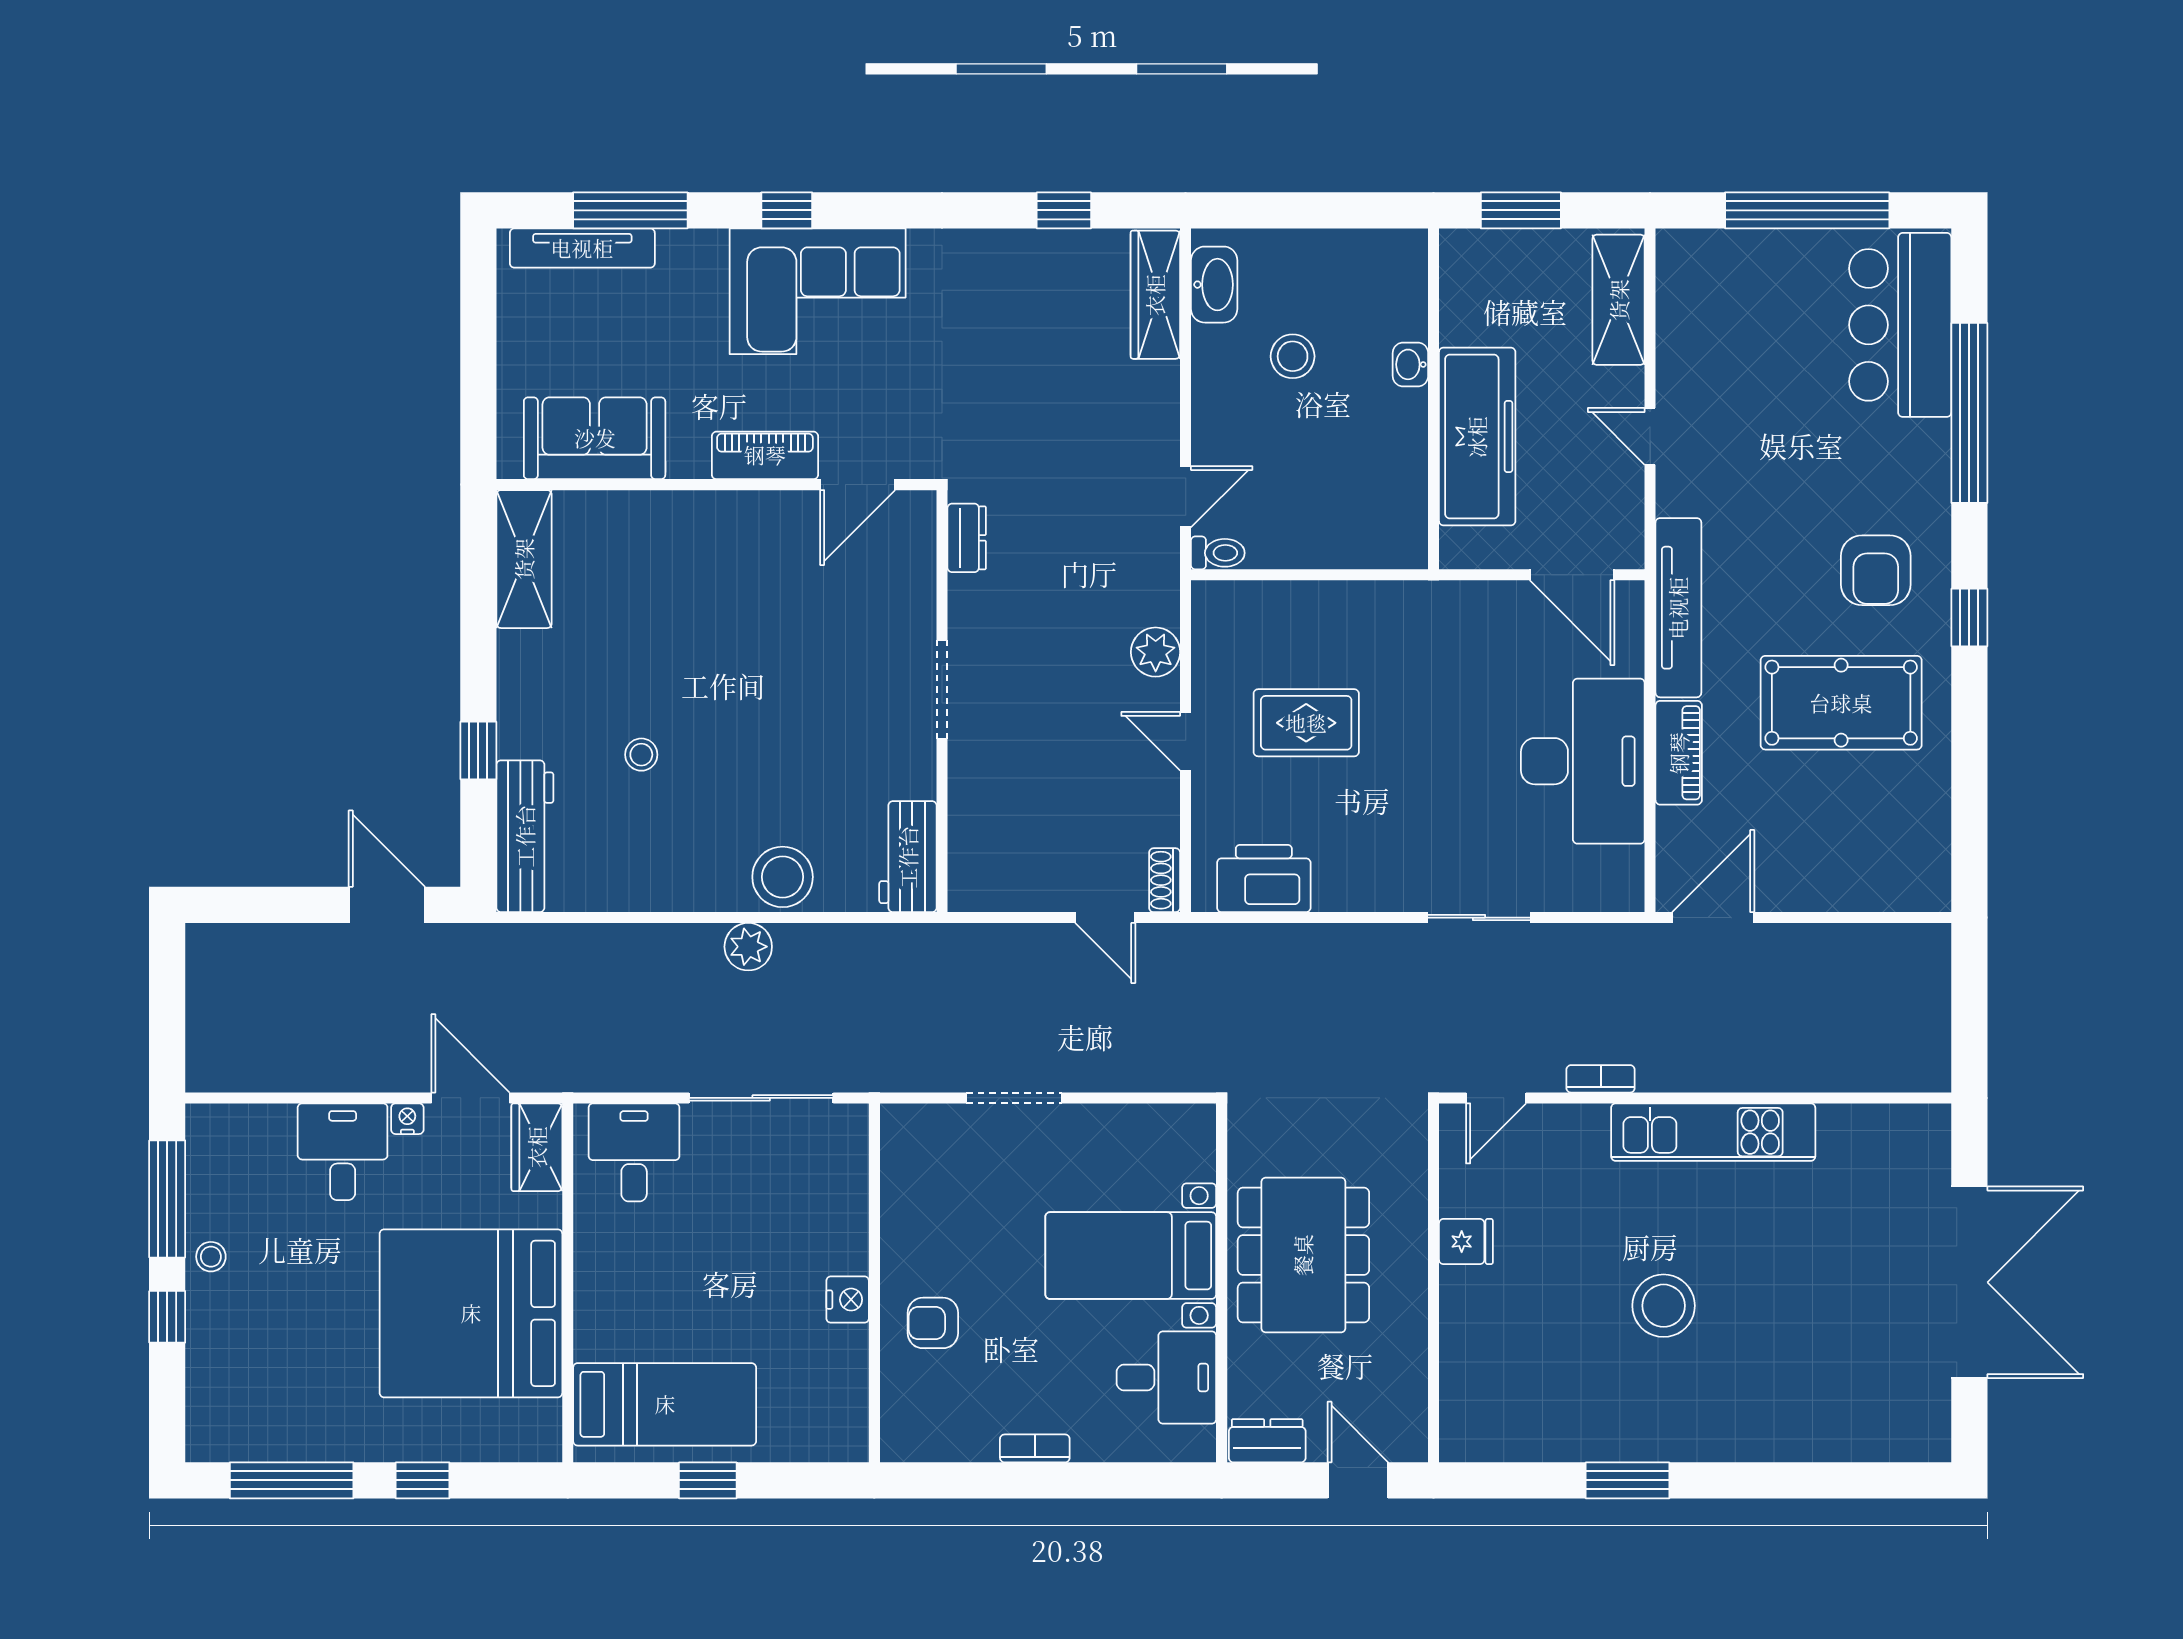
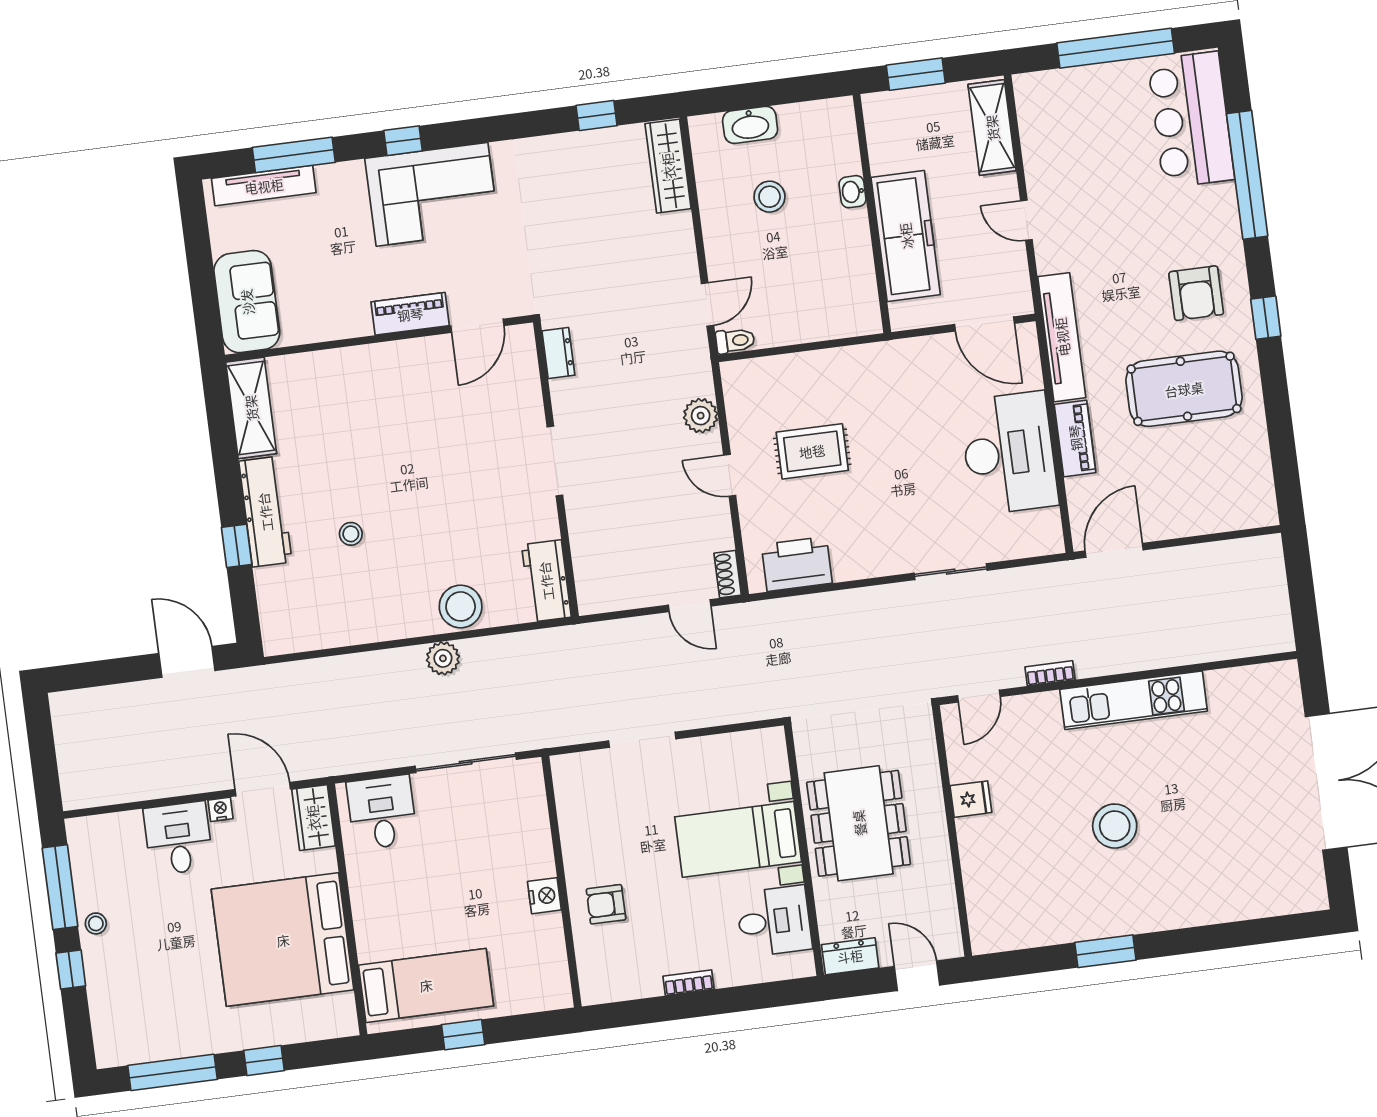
washbasin: (1214, 285) -> (750, 125), moved, turned 90
sofa: (595, 438) -> (247, 302), moved, turned 90
workbench: (525, 836) -> (265, 512), moved

